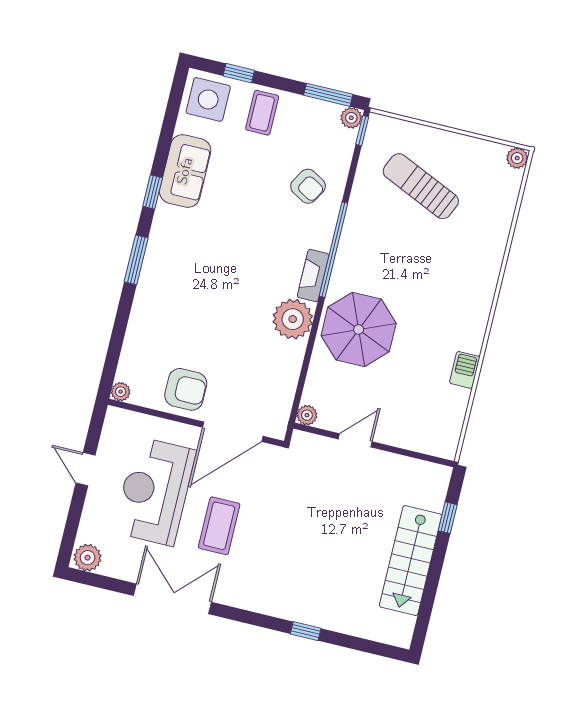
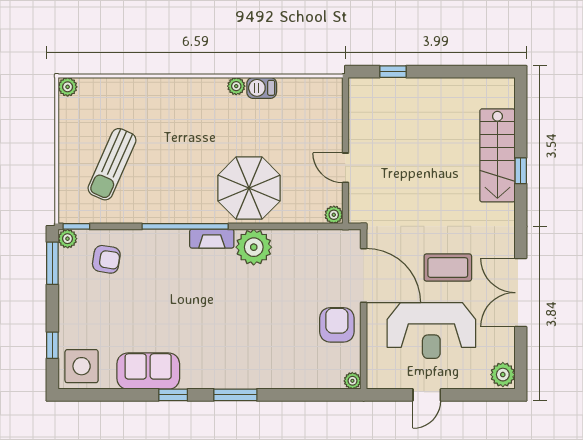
coffee table: (262, 113) -> (82, 317), removed
armchair: (308, 186) -> (106, 259), moved, turned 69
plant: (473, 343) -> (236, 86), added
stairs: (410, 561) -> (497, 155), moved, turned 90

